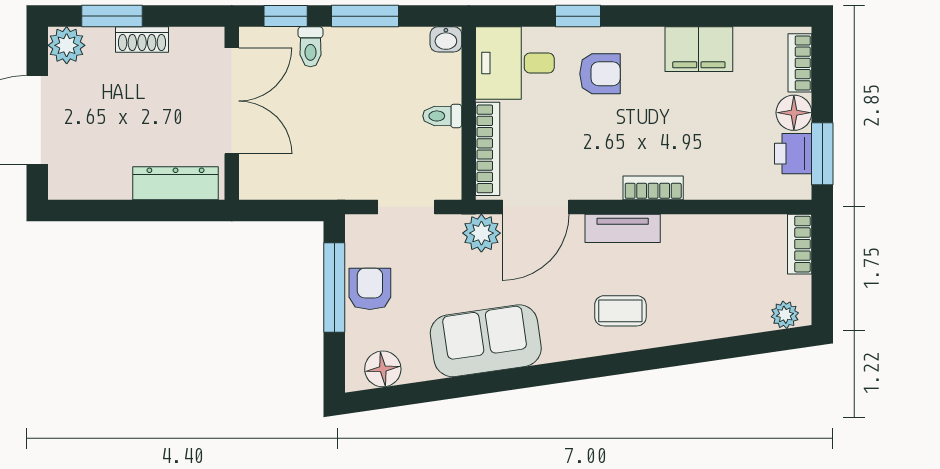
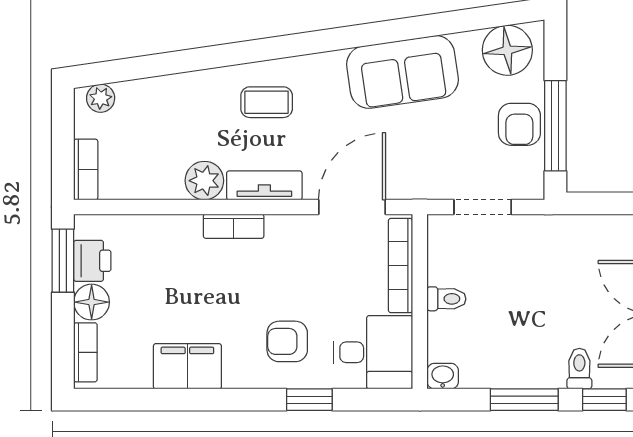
plant: (481, 233) -> (204, 181), moved
floor lamp: (383, 369) -> (507, 50), width x1.38, depth x1.38

